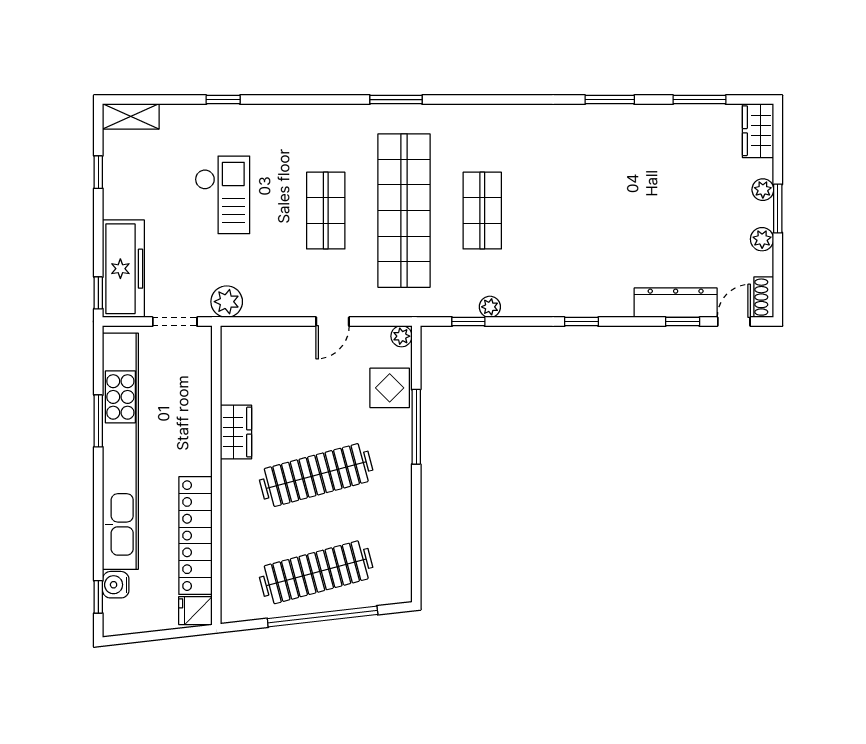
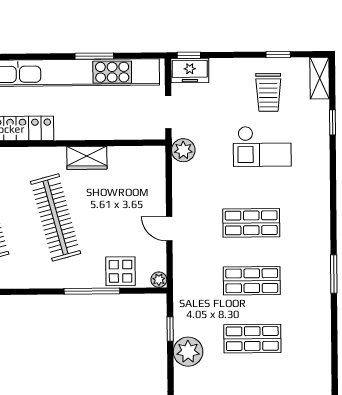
window: (223, 100) -> (332, 122), moved
trolley: (149, 186) -> (268, 92), added
shop shelf: (404, 211) -> (252, 281), width x0.50, depth x0.74
freezer: (123, 269) -> (190, 71), width x0.52, depth x0.79
plant: (490, 307) -> (188, 352), width x1.88, depth x1.88

